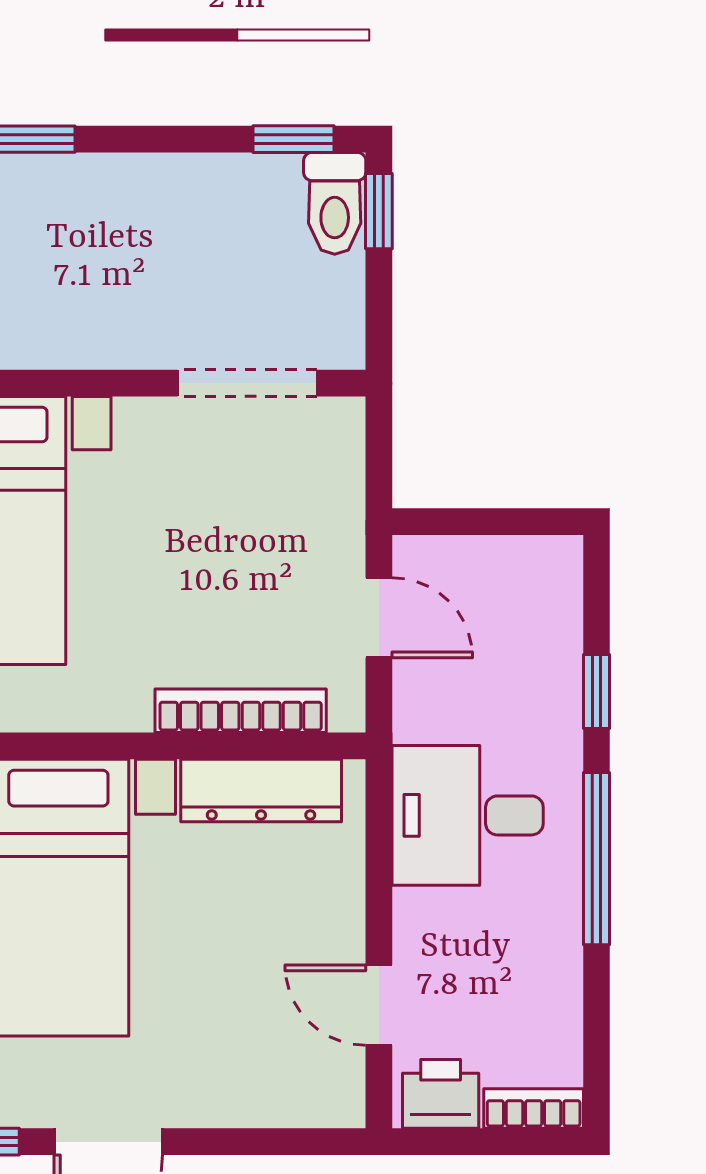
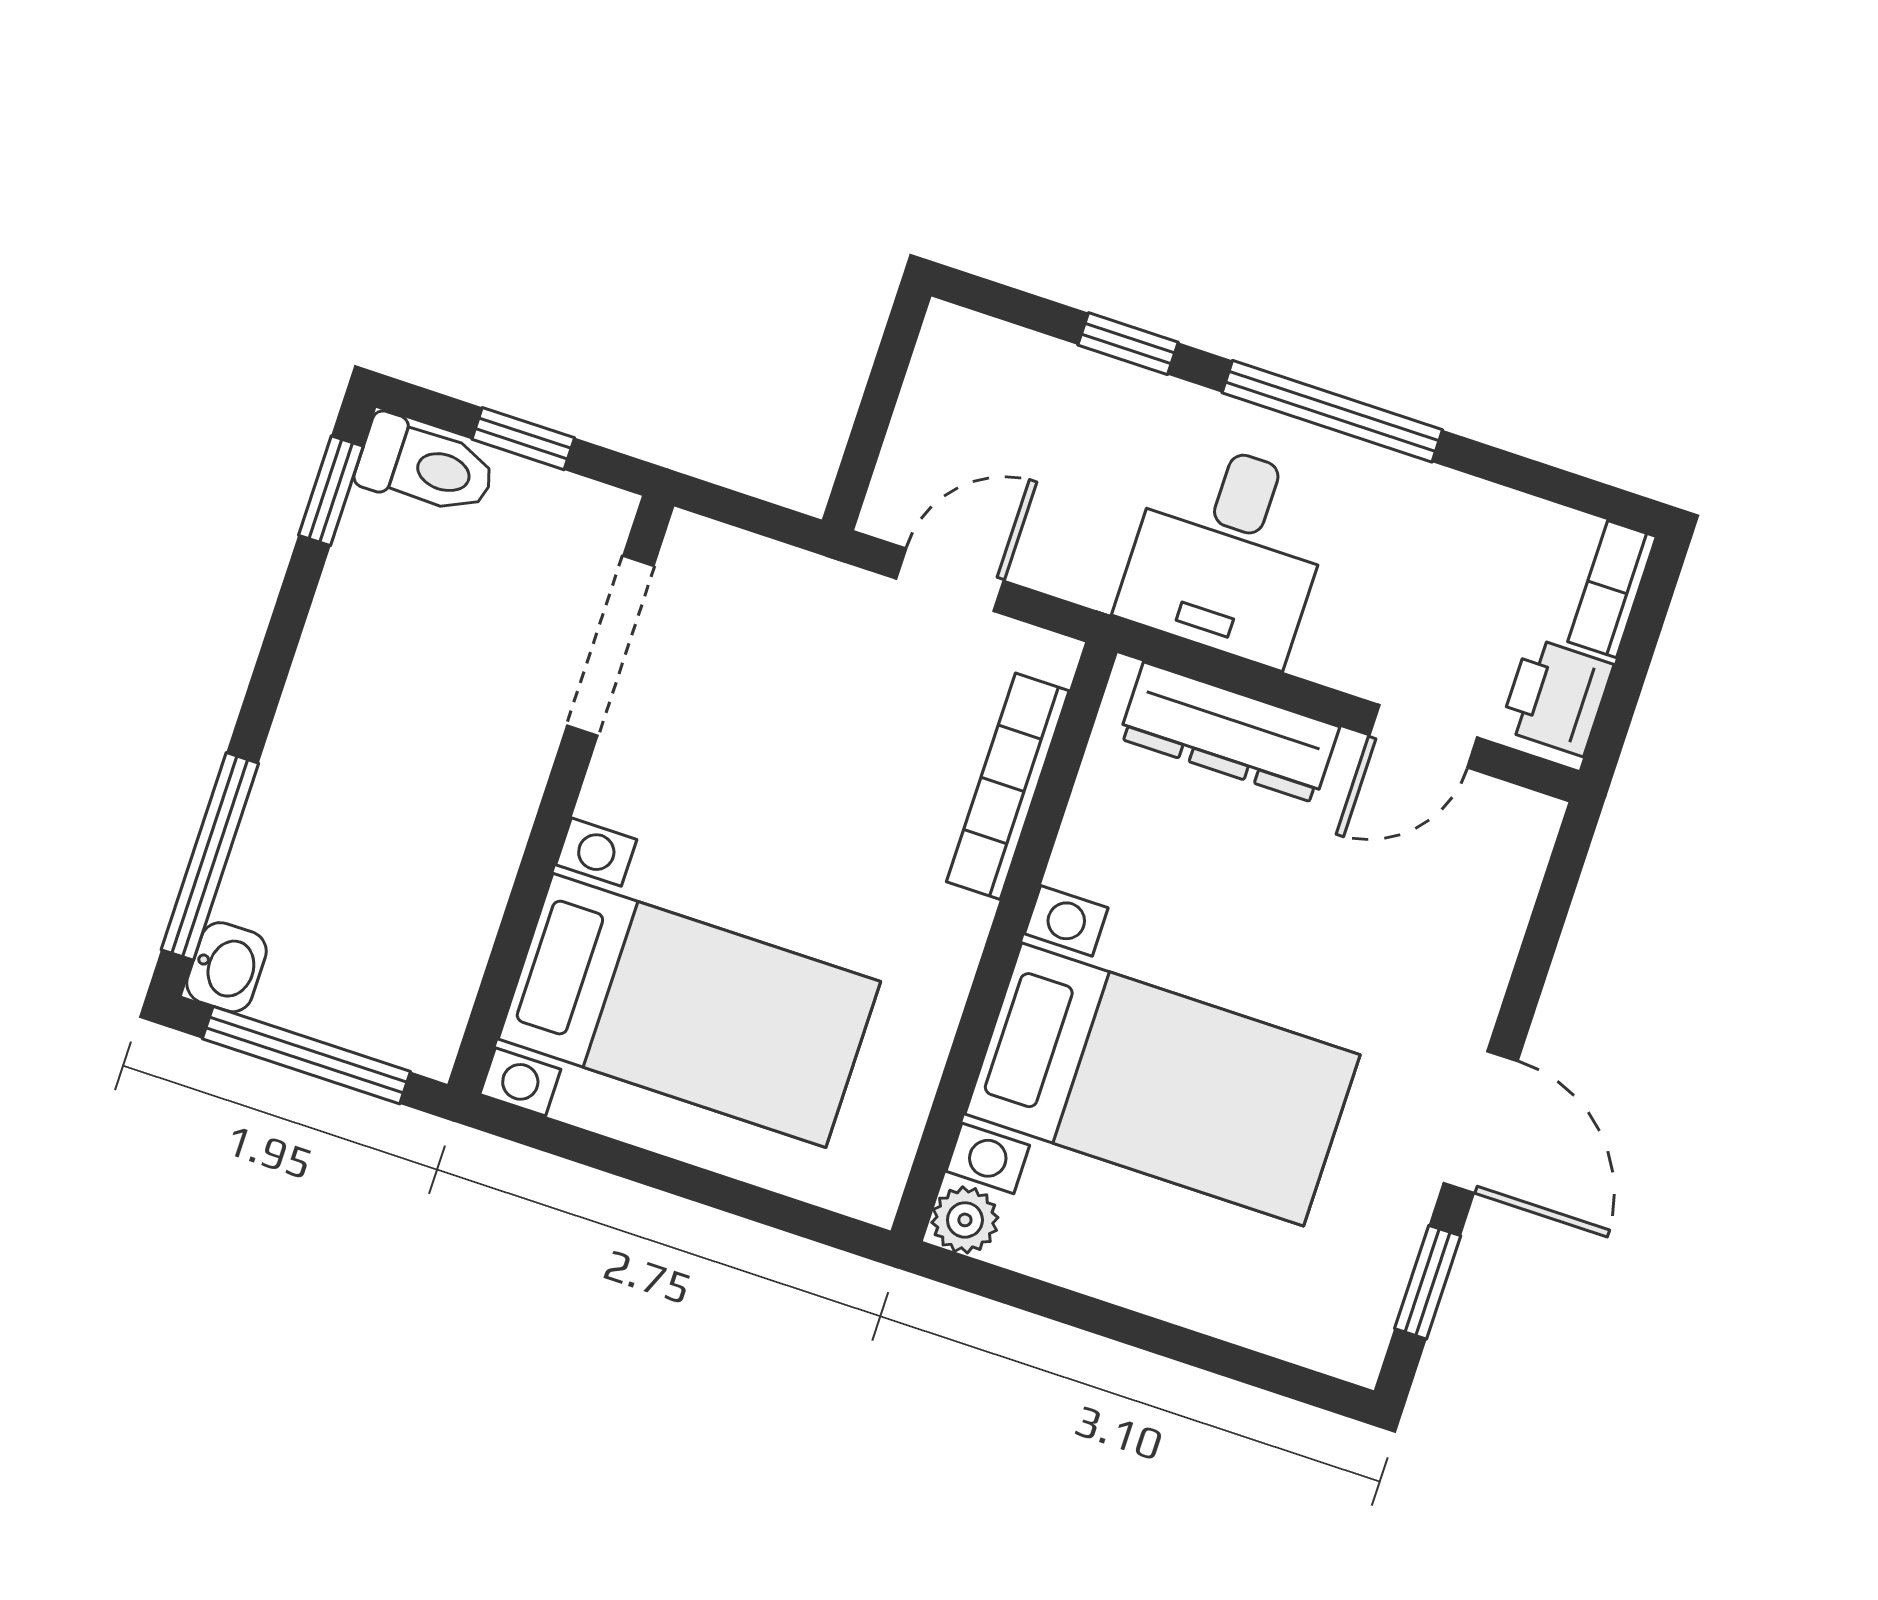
window: (379, 211) -> (523, 439), moved
dresser: (261, 790) -> (1229, 732), moved, turned 90

